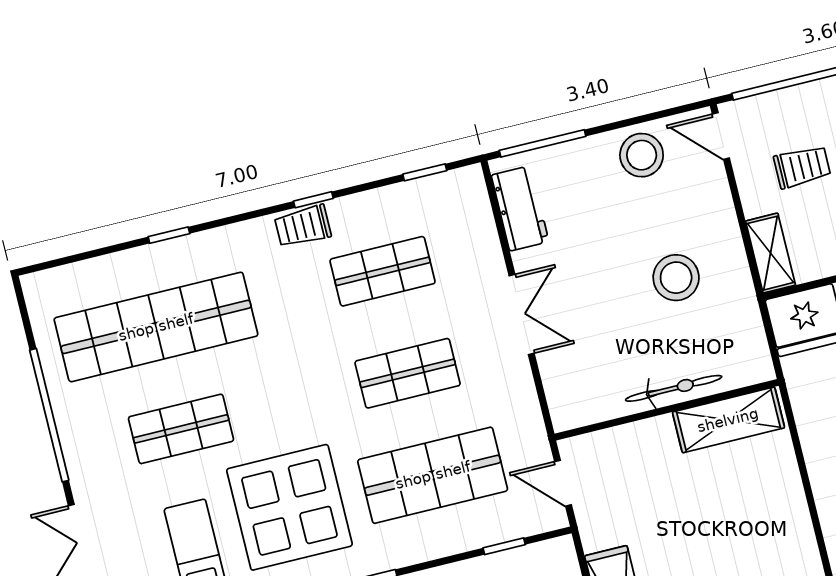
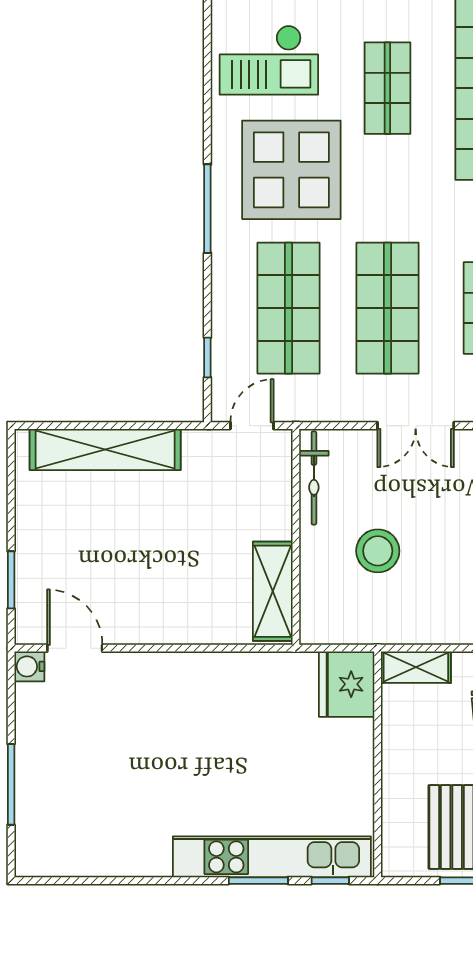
stool: (676, 278) -> (378, 551), moved
shop shelf: (408, 373) -> (387, 308), width x1.43, depth x1.36
bicycle: (674, 388) -> (314, 478), moved

